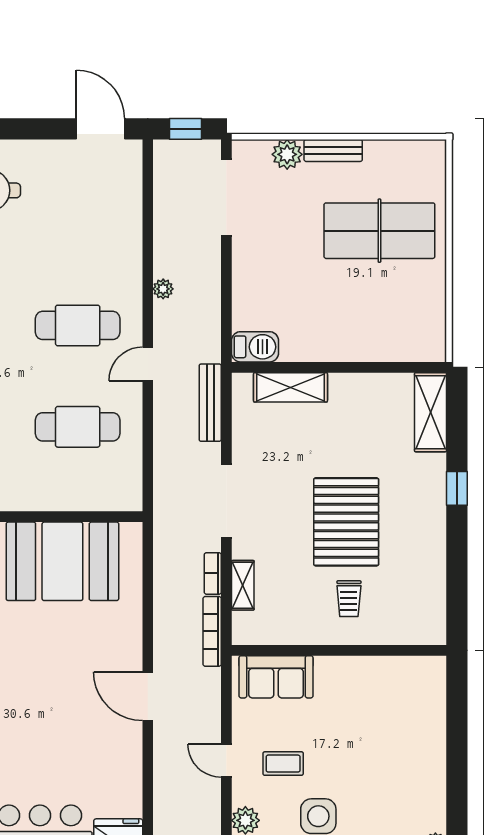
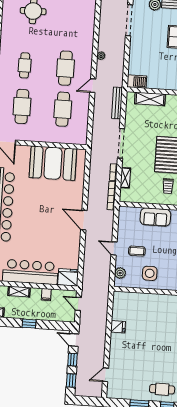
cafe table: (78, 325) -> (65, 68), turned 90
cafe table: (78, 427) -> (63, 109), turned 90
sofa: (276, 677) -> (155, 217), moved

